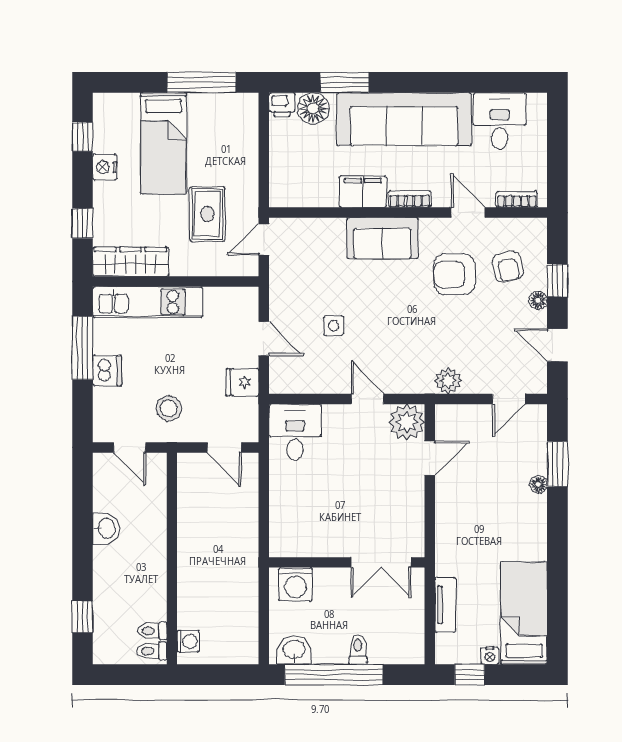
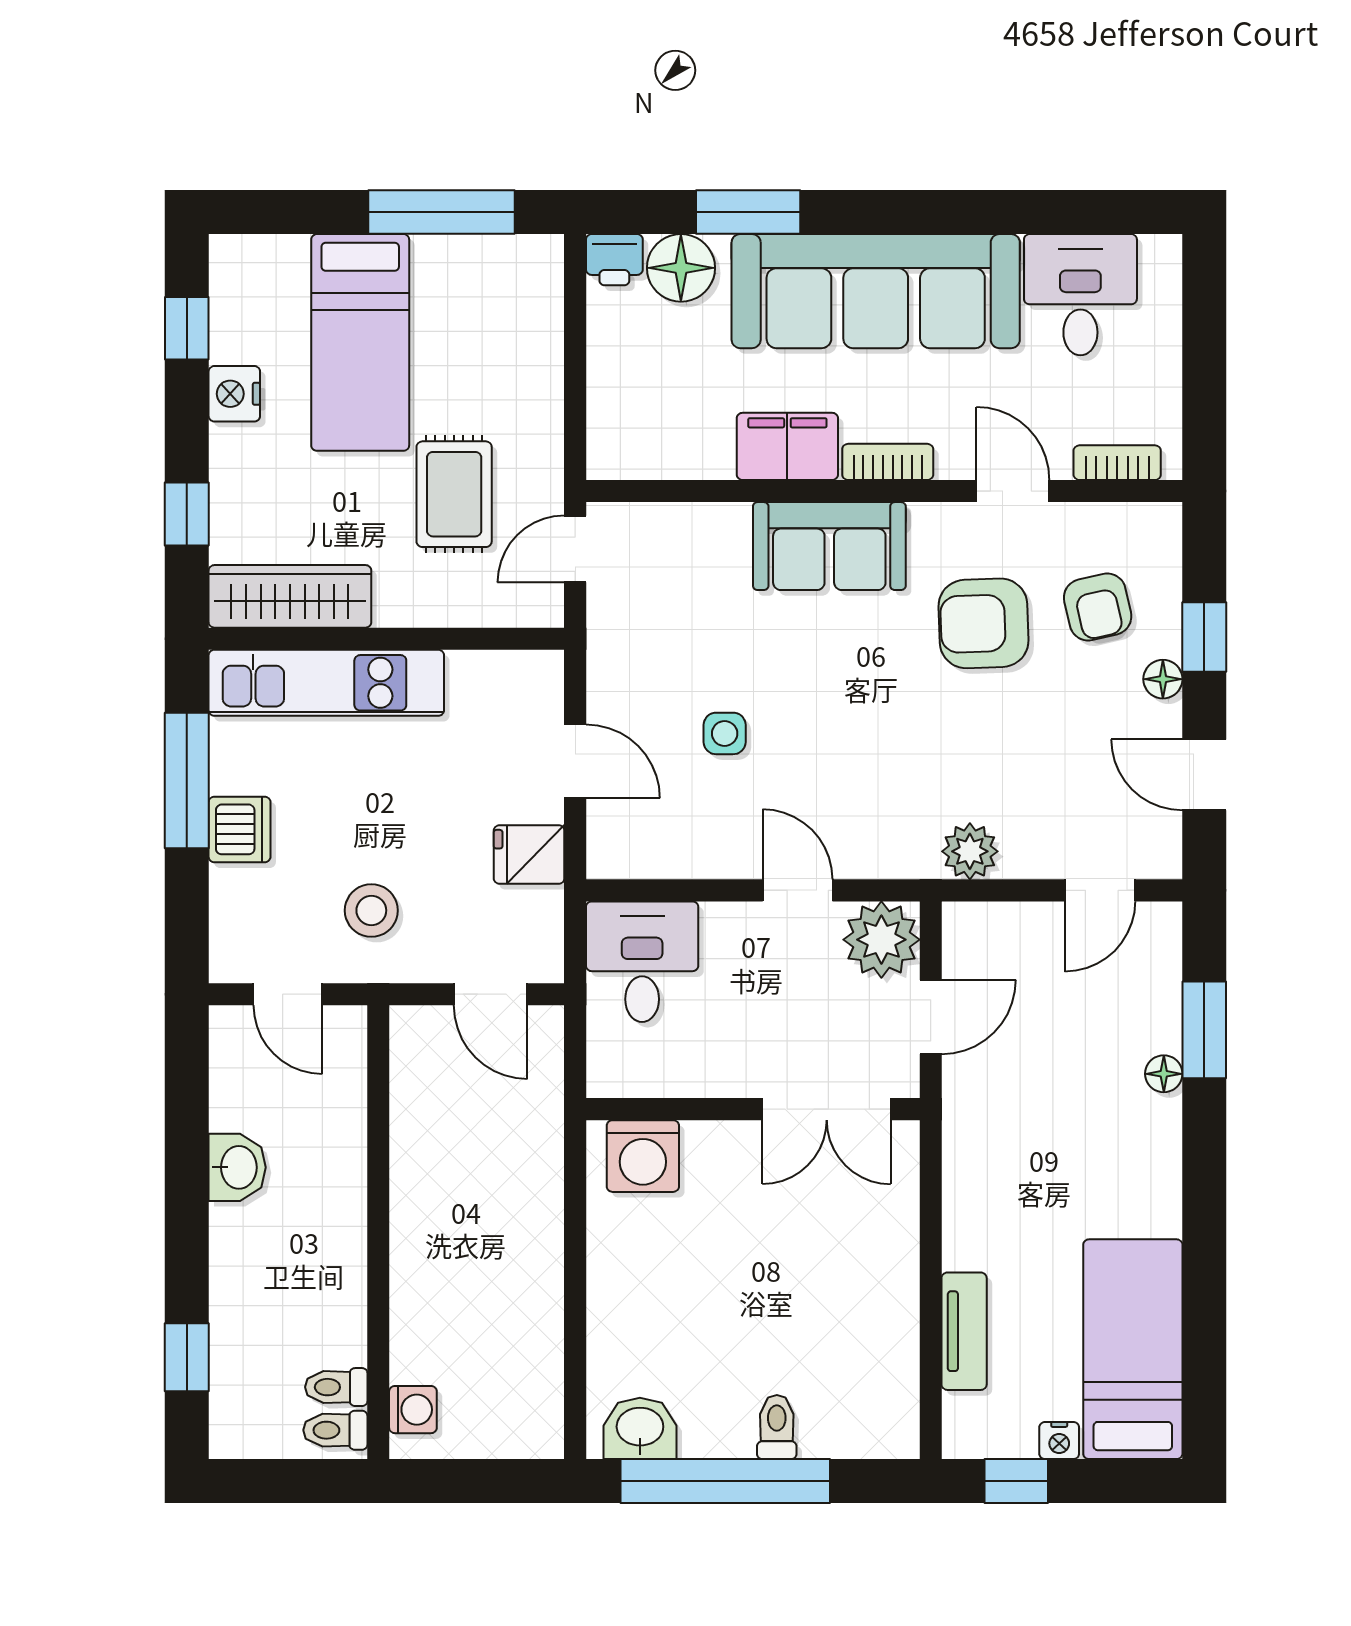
wall: (347, 562) -> (753, 1109), moved
double door: (381, 562) -> (827, 1109), moved
washing machine: (295, 584) -> (643, 1156), moved

